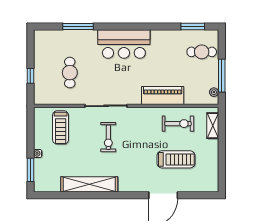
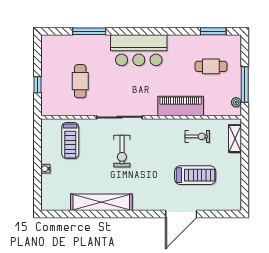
cafe table: (202, 52) -> (211, 66), moved
exercise bike: (178, 124) -> (197, 136), width x0.73, depth x0.72
window: (30, 170) -> (38, 186), removed

